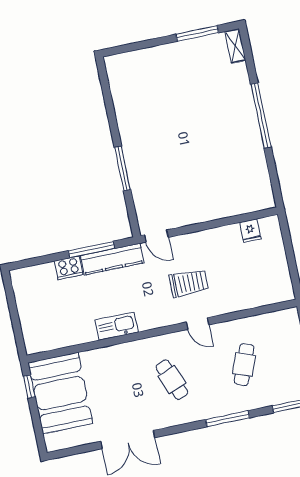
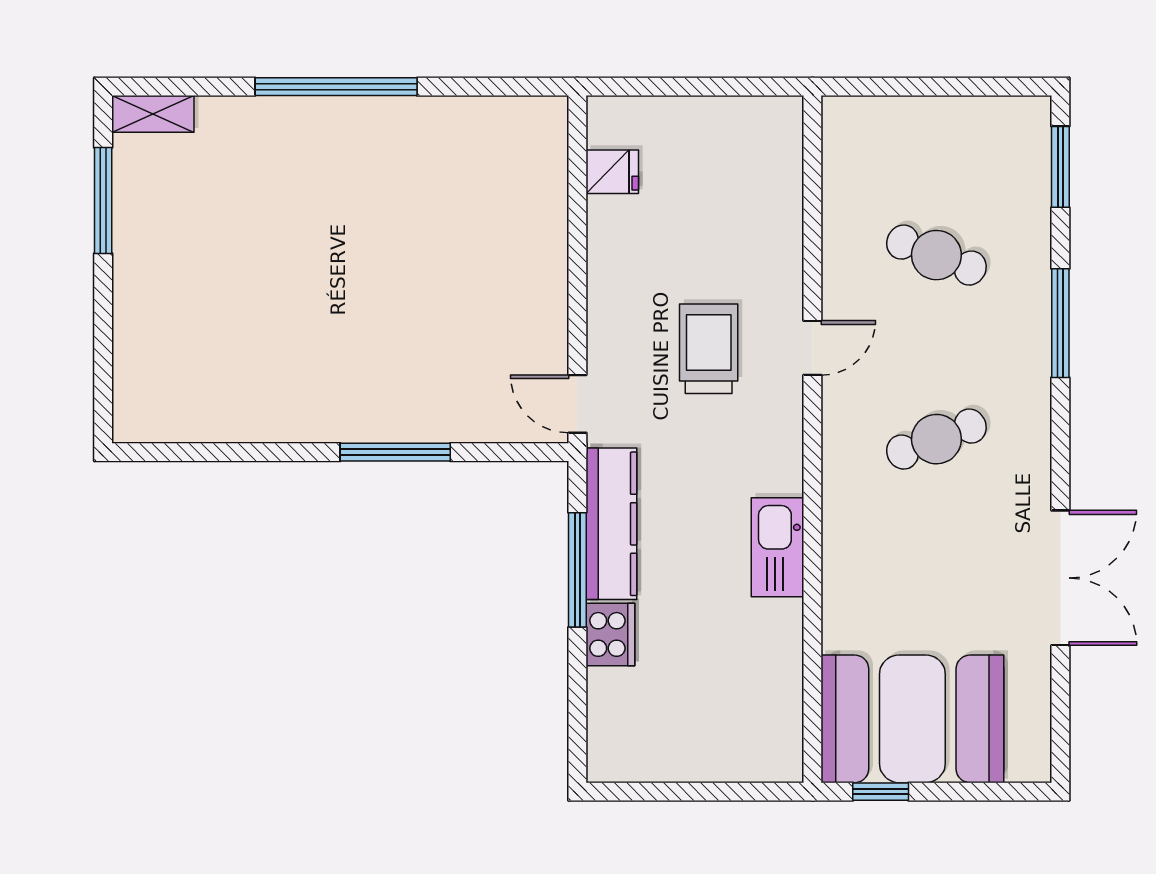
door: (156, 236) -> (577, 404), swing flipped

